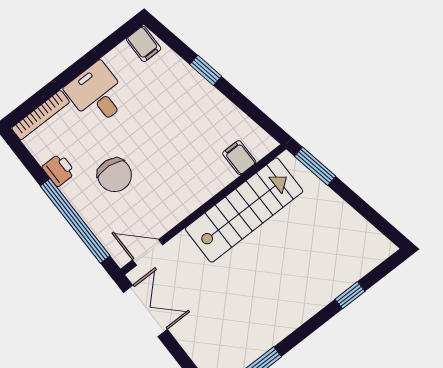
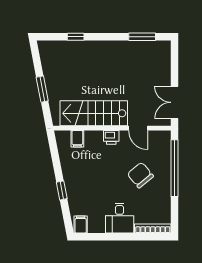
window: (315, 166) -> (42, 89), moved
printer: (59, 170) -> (111, 137), moved, turned -90
chair: (115, 175) -> (140, 175), turned -46
door: (148, 252) -> (138, 128), moved

